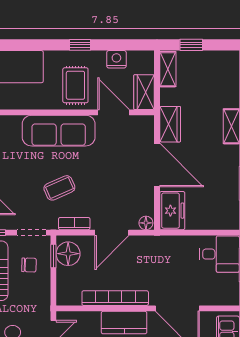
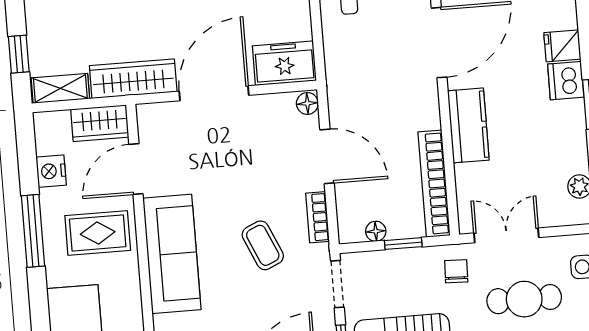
window: (80, 45) -> (33, 231), width x2.17
wardrobe: (170, 124) -> (133, 79), width x1.50
floor lamp: (68, 254) -> (376, 231), width x0.53, depth x0.53
window: (53, 256) -> (403, 244), moved
chair: (29, 265) -> (456, 271), moved
bookcase: (115, 298) -> (434, 184), moved

